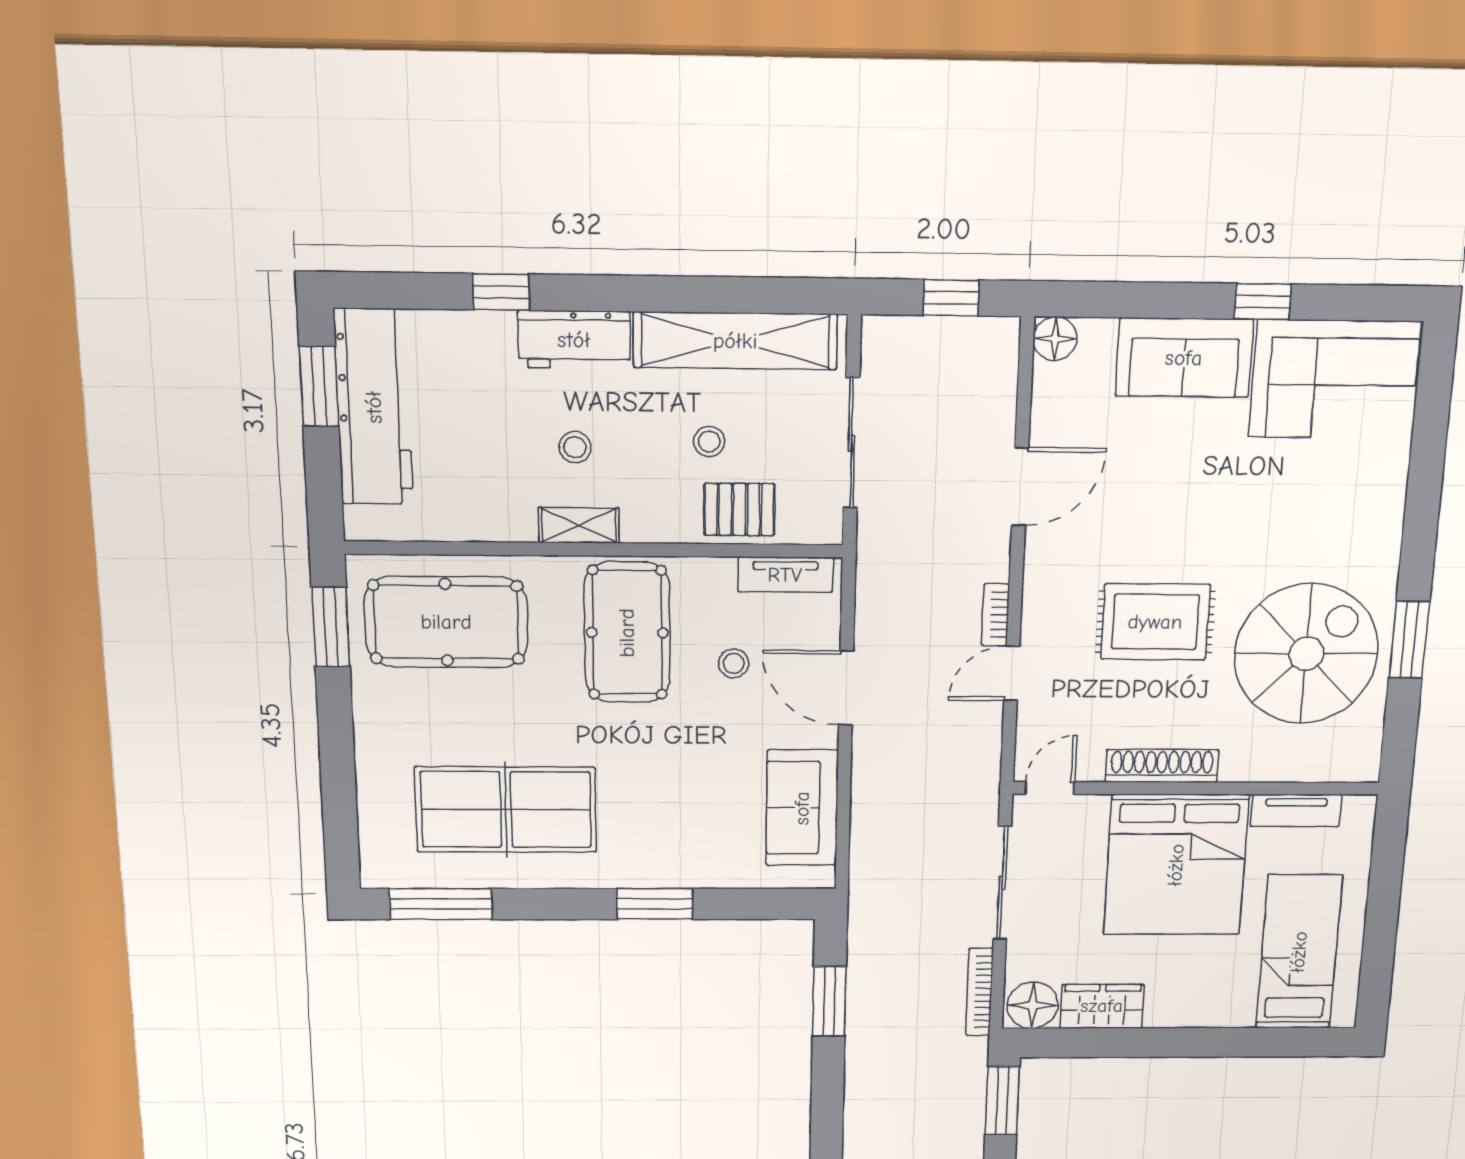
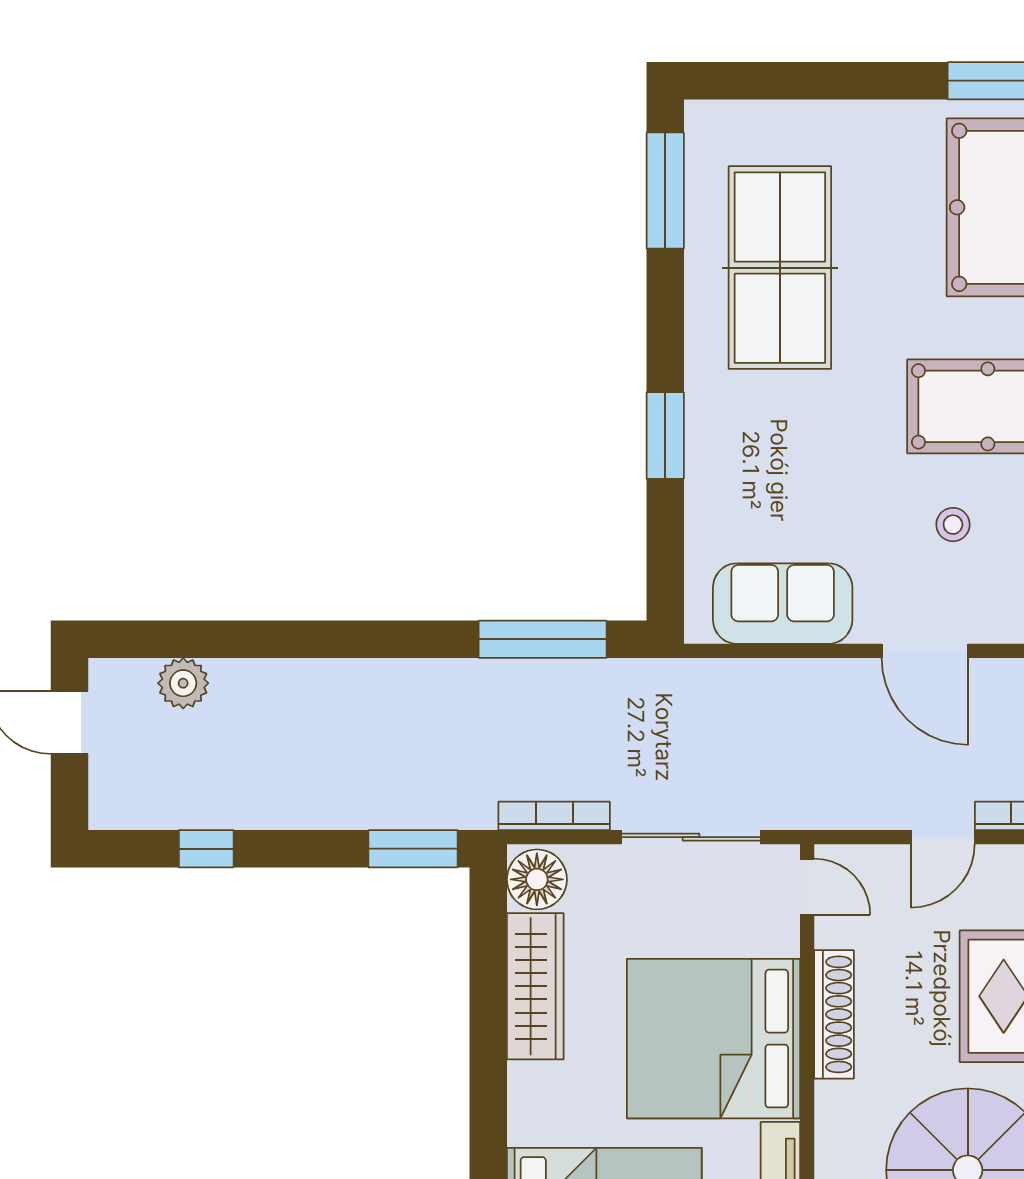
door: (1012, 673) -> (943, 837), swing flipped
door: (846, 688) -> (925, 651), swing flipped
window: (829, 1001) -> (543, 639), width x1.44
wardrobe: (1102, 1006) -> (535, 986), width x1.50

